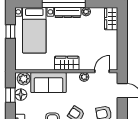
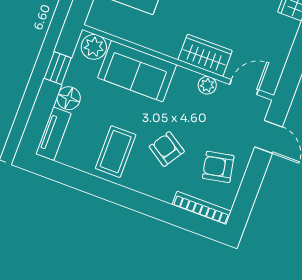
wardrobe: (67, 63) -> (205, 55), moved
floor lamp: (21, 95) -> (69, 98), moved

